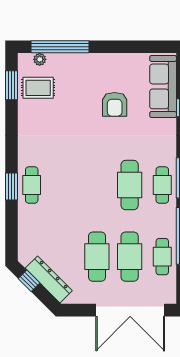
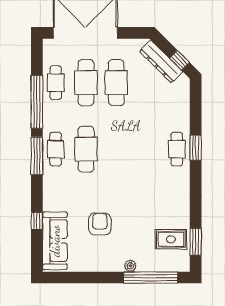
plant: (40, 59) -> (130, 266), moved

